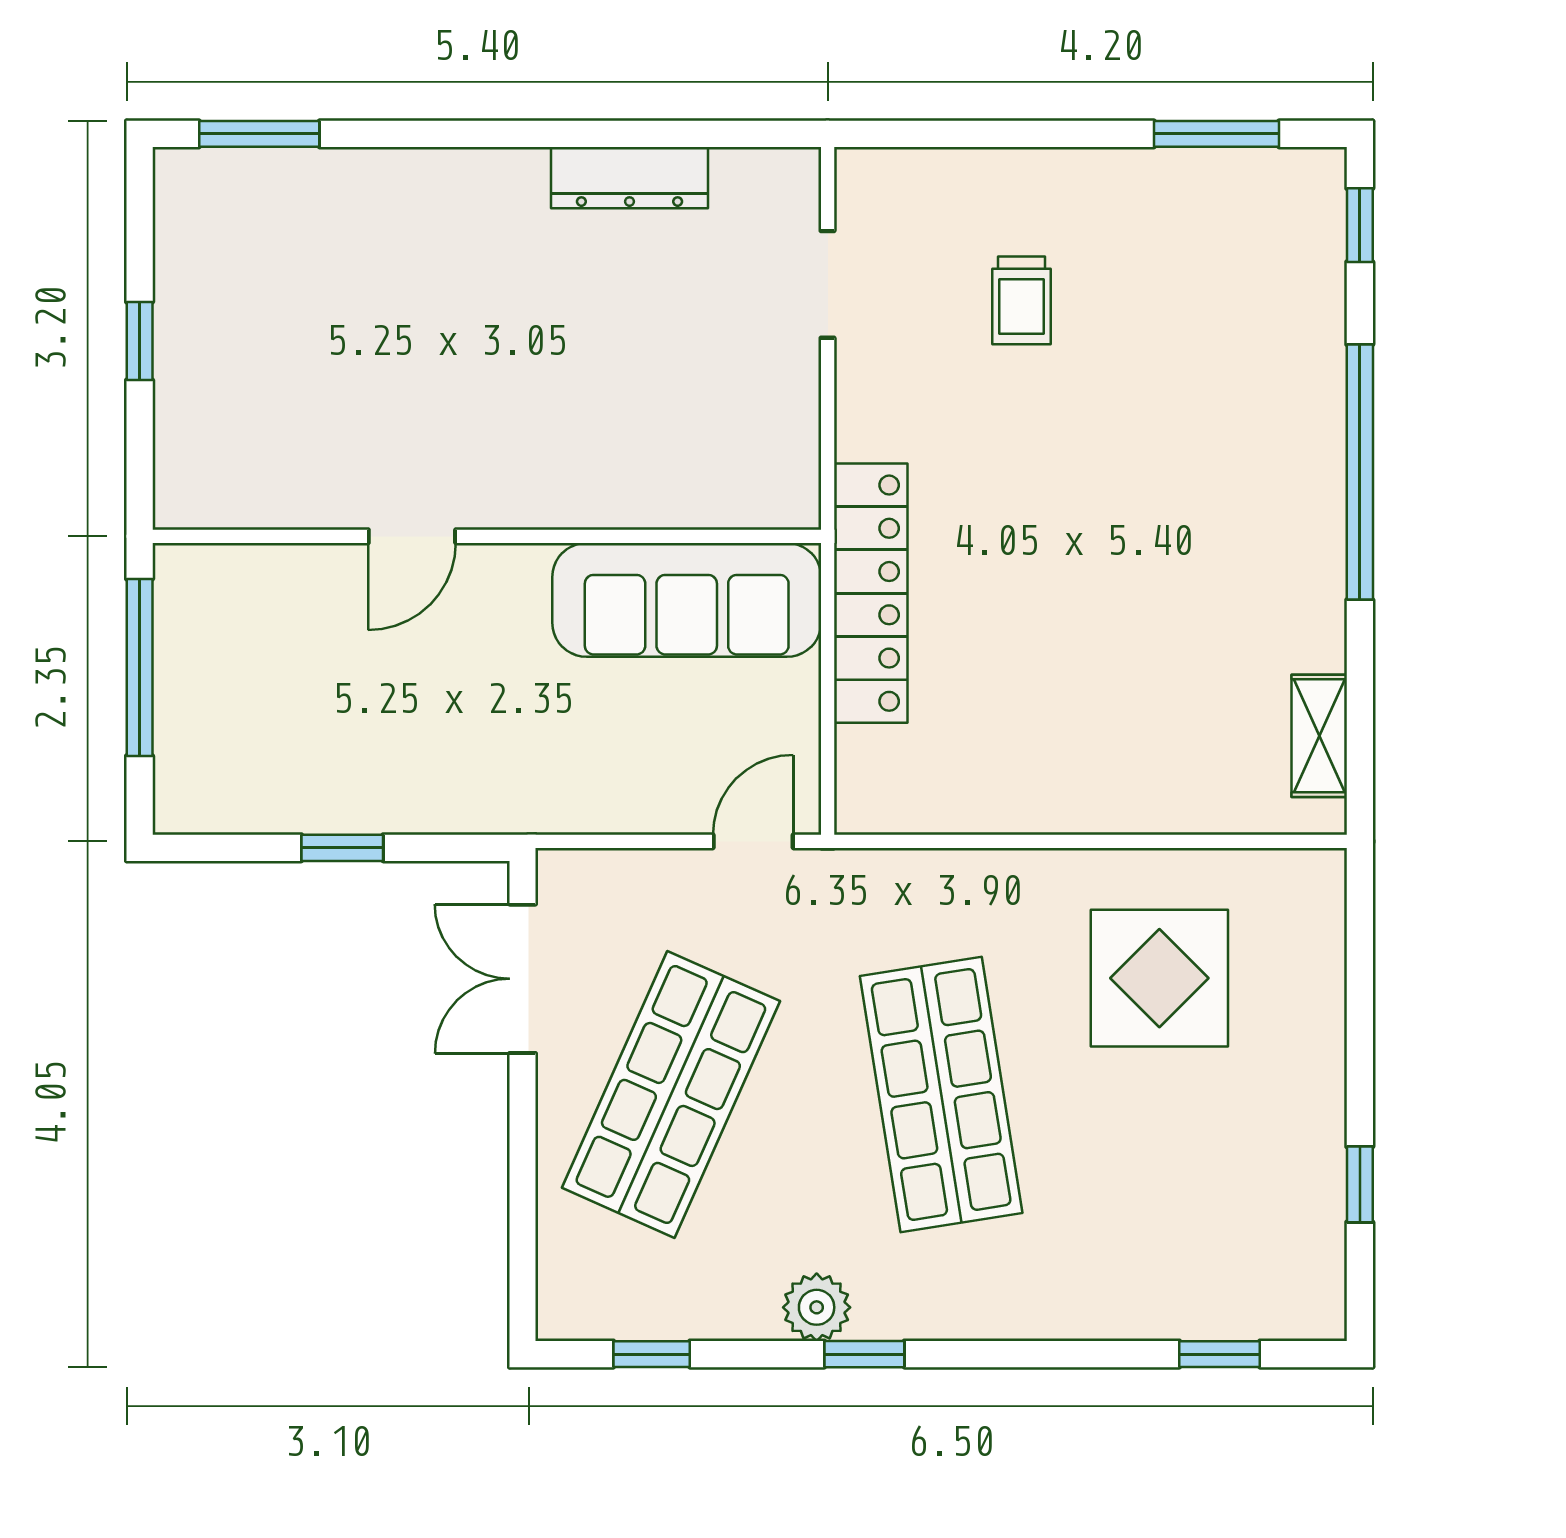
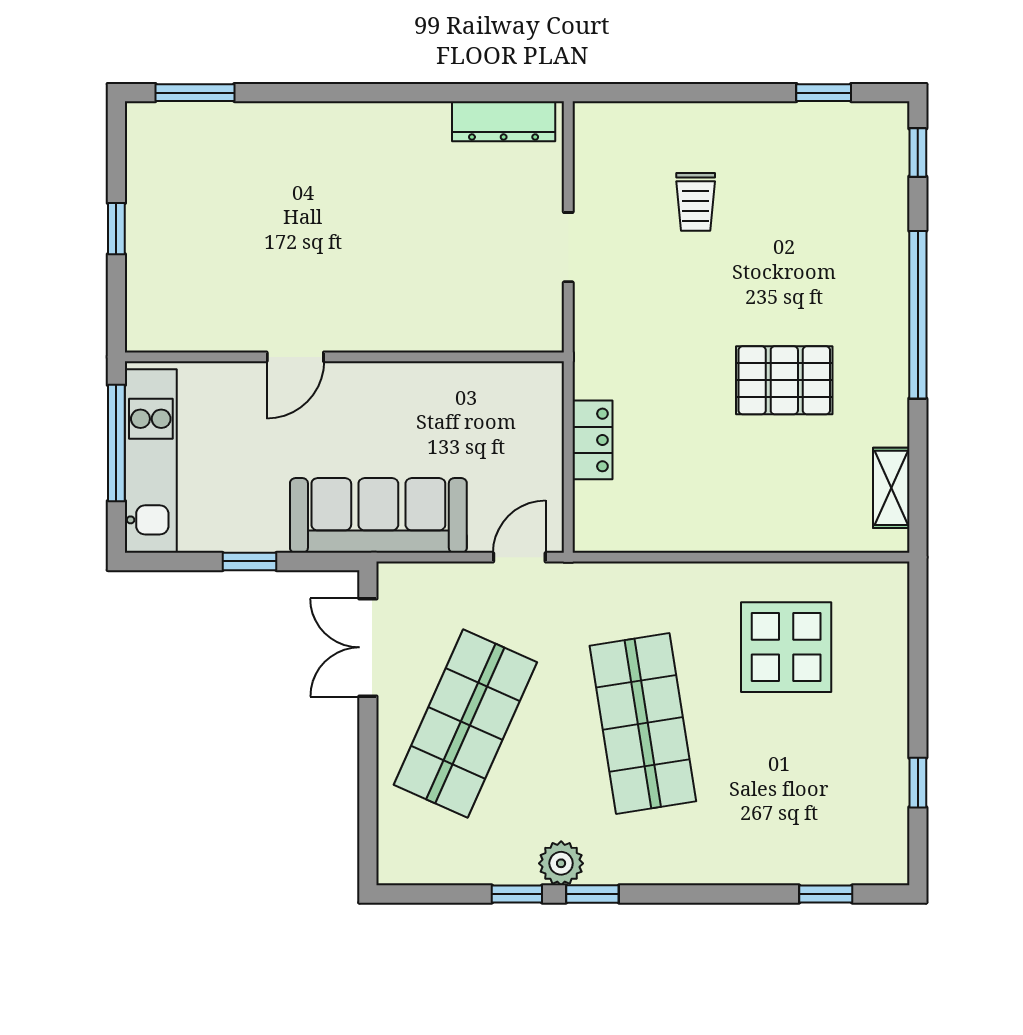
window: (1217, 134) -> (824, 93), width x0.67
dresser: (629, 178) -> (504, 121), moved
doorway: (828, 284) -> (568, 247), moved
pallet: (1156, 572) -> (784, 380), added
locker: (871, 593) -> (592, 440), width x0.46, depth x0.83
sofa: (687, 600) -> (378, 515), moved, turned 180
kitchen unit: (192, 695) -> (151, 461), added
window: (652, 1354) -> (517, 894), moved

